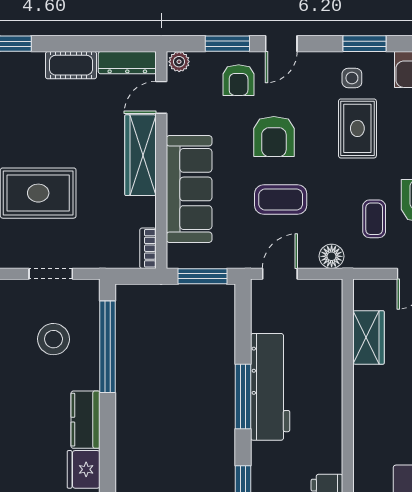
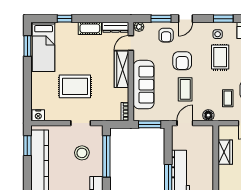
coffee table: (281, 199) -> (185, 89), turned 90

